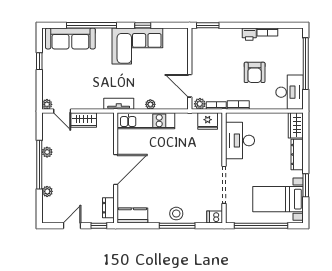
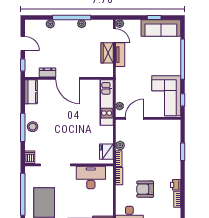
sofa: (70, 39) -> (161, 28), moved, turned -90
wall: (190, 69) -> (148, 118), moved
door: (190, 86) -> (134, 118), moved
tv unit: (119, 104) -> (120, 55), moved
door: (62, 111) -> (114, 36), swing flipped
dresser: (108, 208) -> (48, 73), moved

